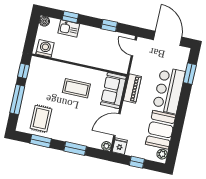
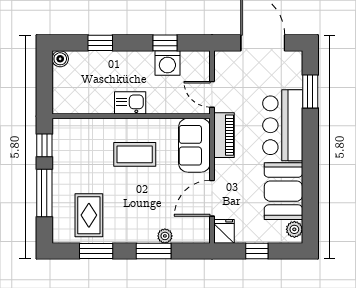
kitchen sink: (69, 29) -> (130, 103), moved, turned 180
washing machine: (45, 48) -> (167, 63), moved, turned 180
door: (134, 48) -> (212, 94), moved
plant: (106, 146) -> (165, 236), moved

